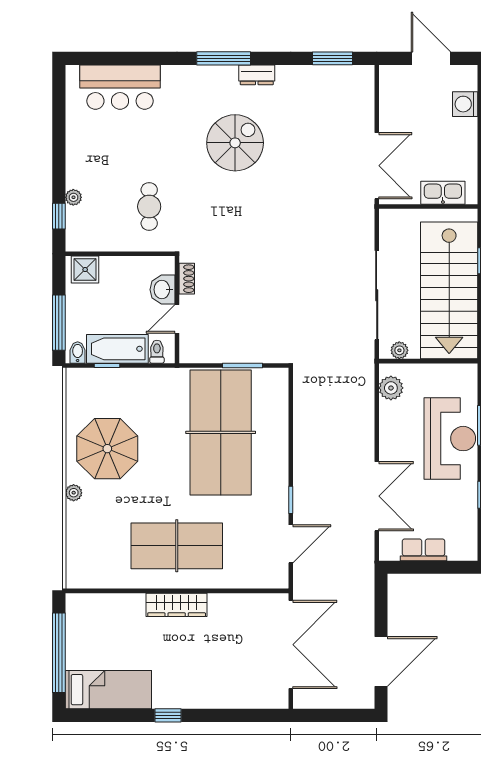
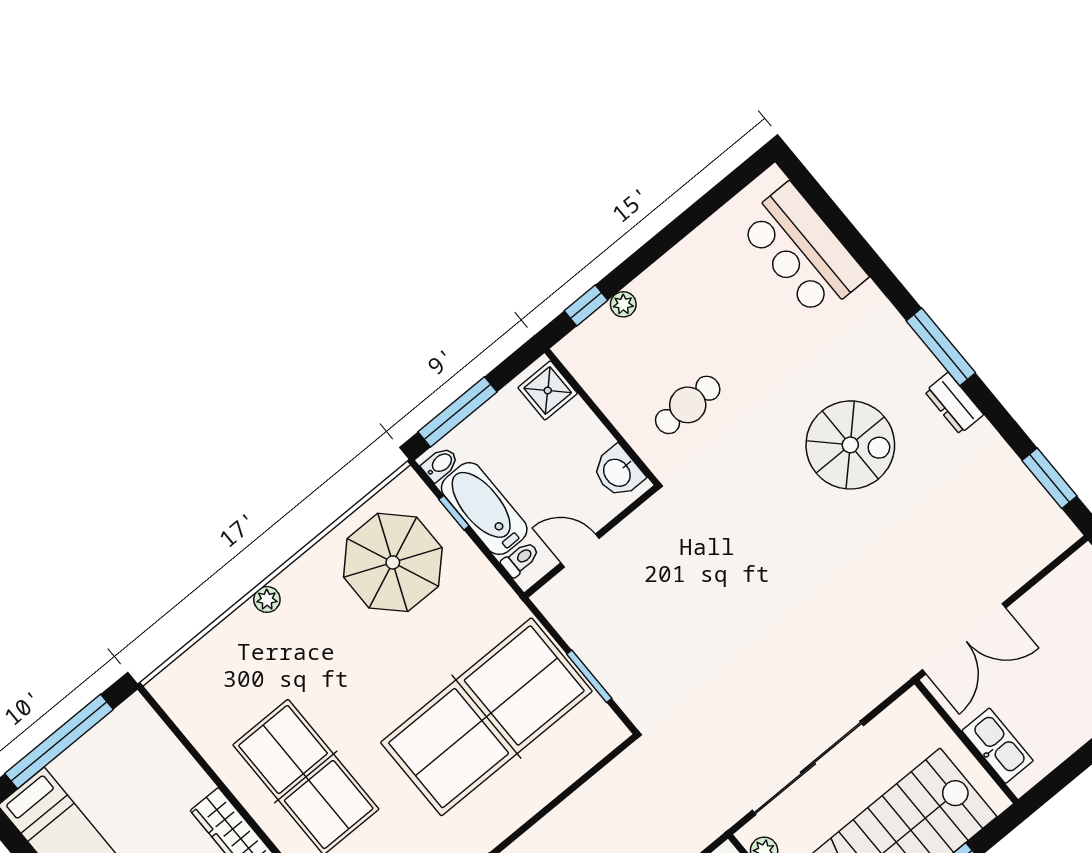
shoe rack: (187, 279) -> (638, 522), removed
washbasin: (163, 290) -> (618, 472), moved, turned -90
parasol: (107, 449) -> (393, 562), moved

